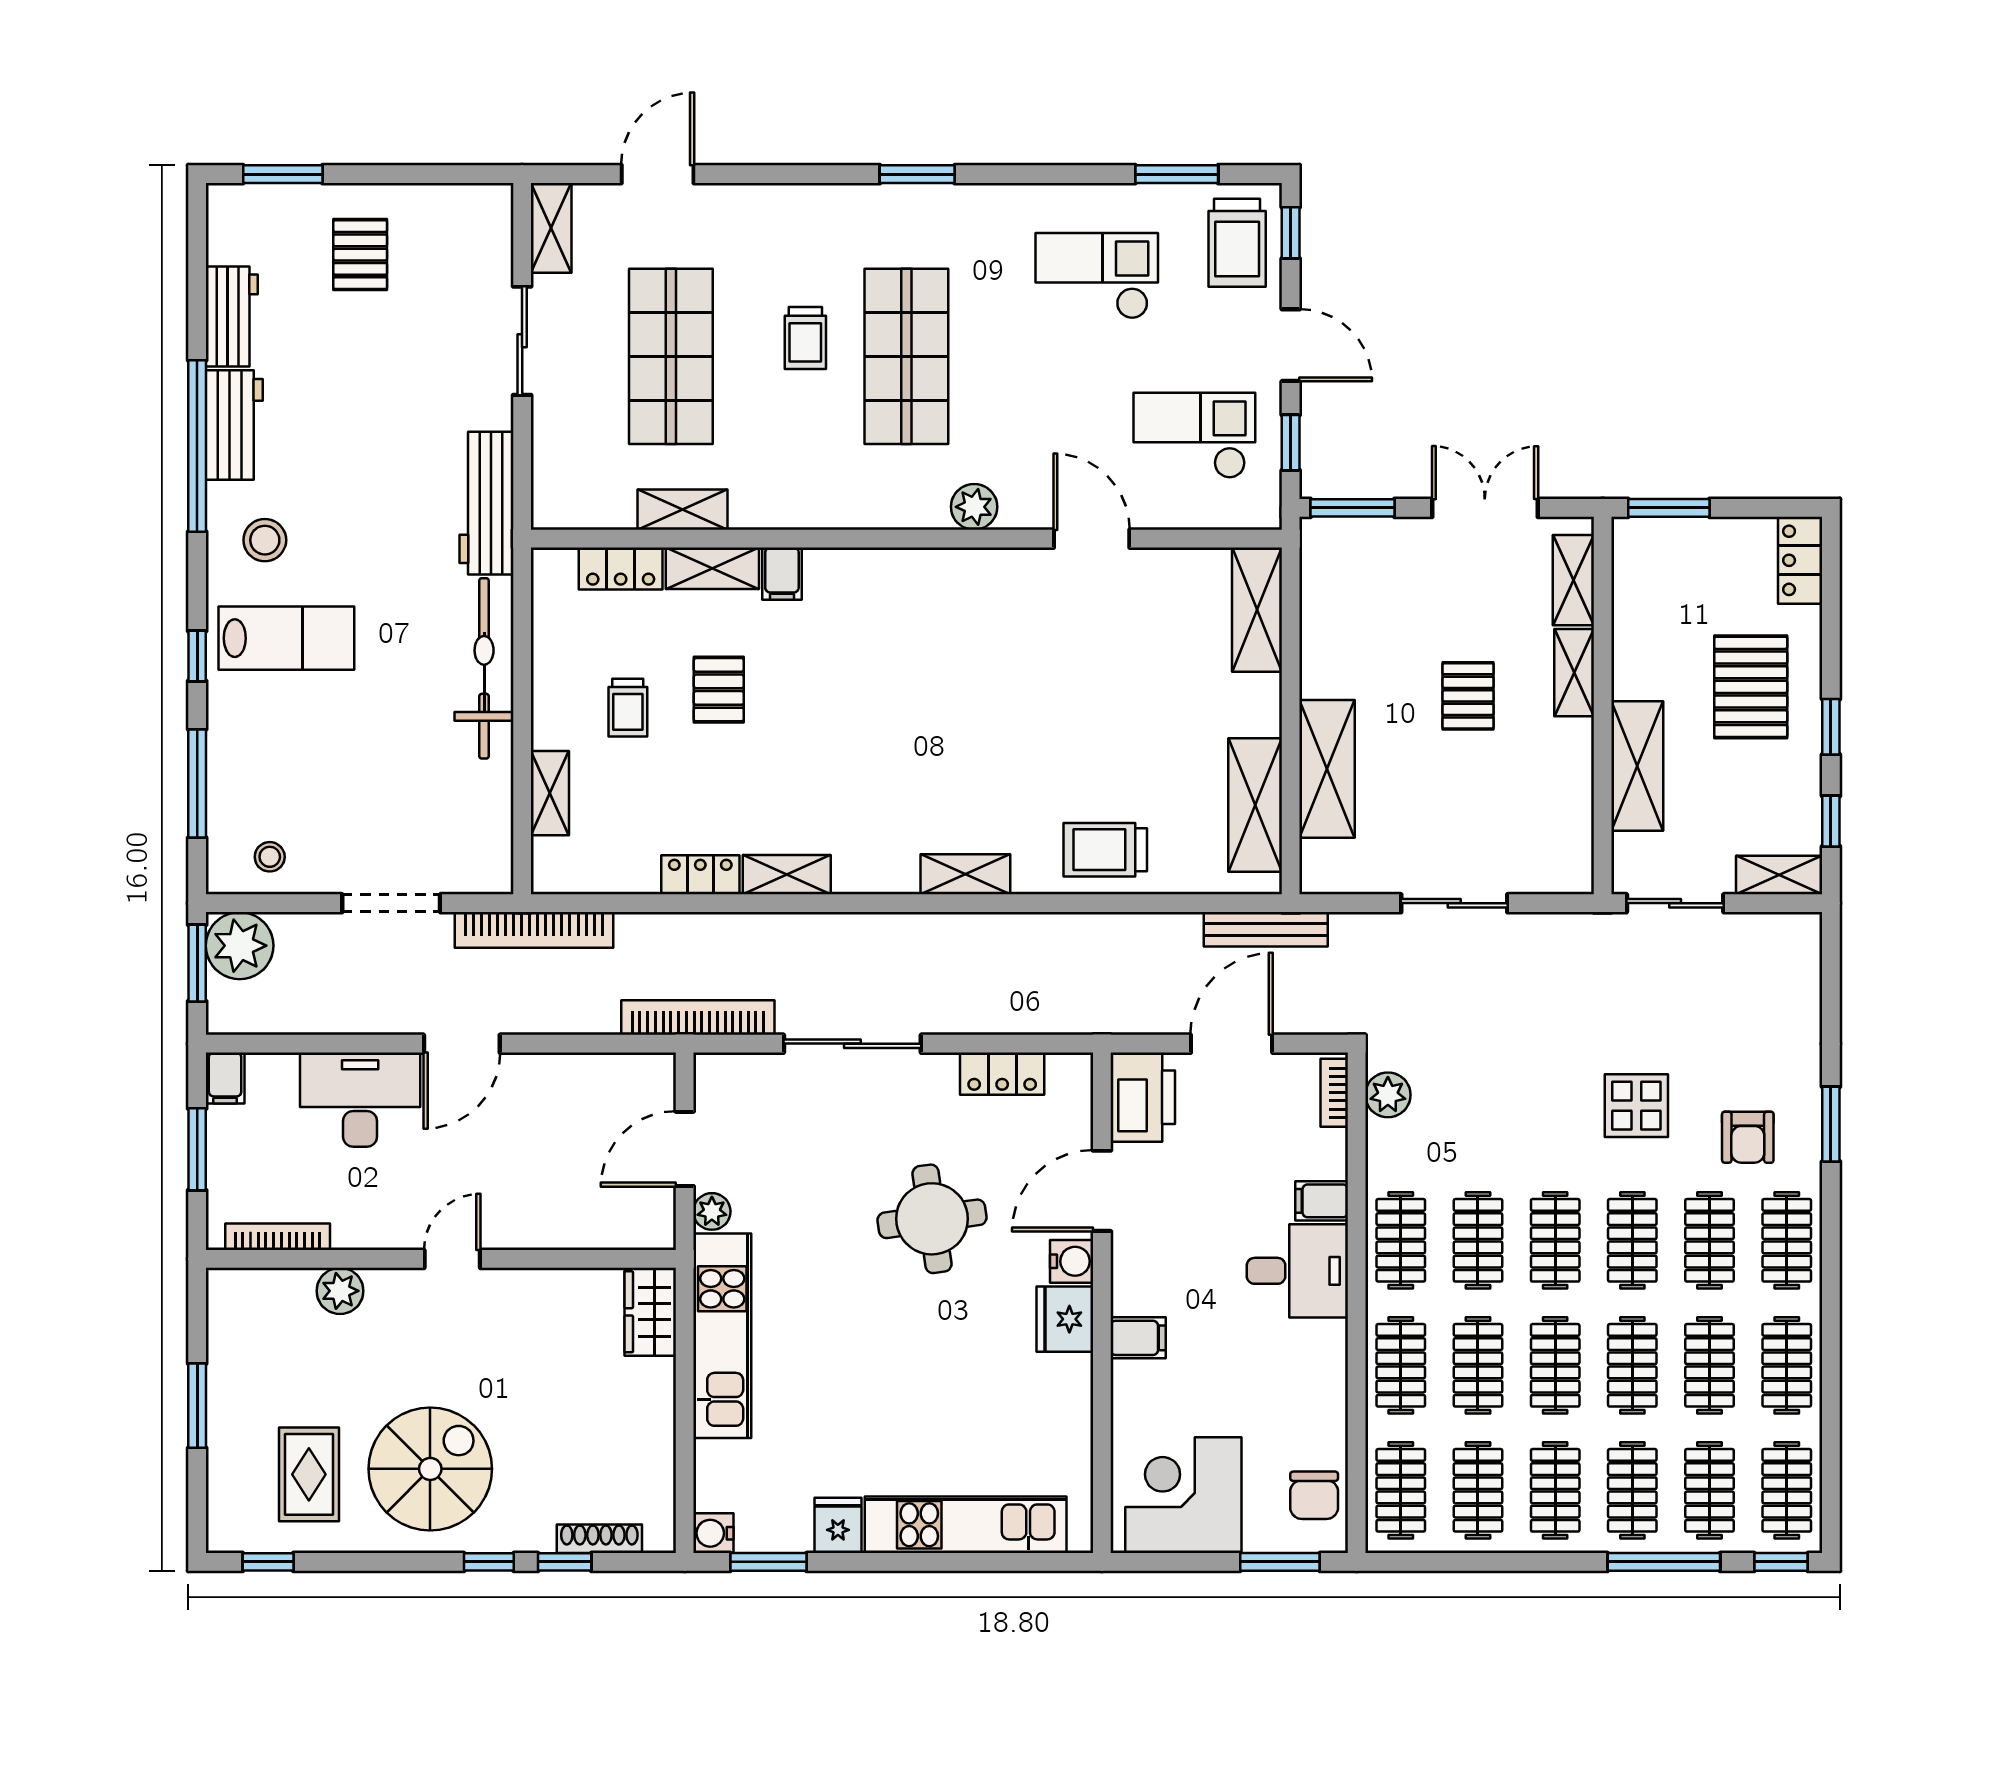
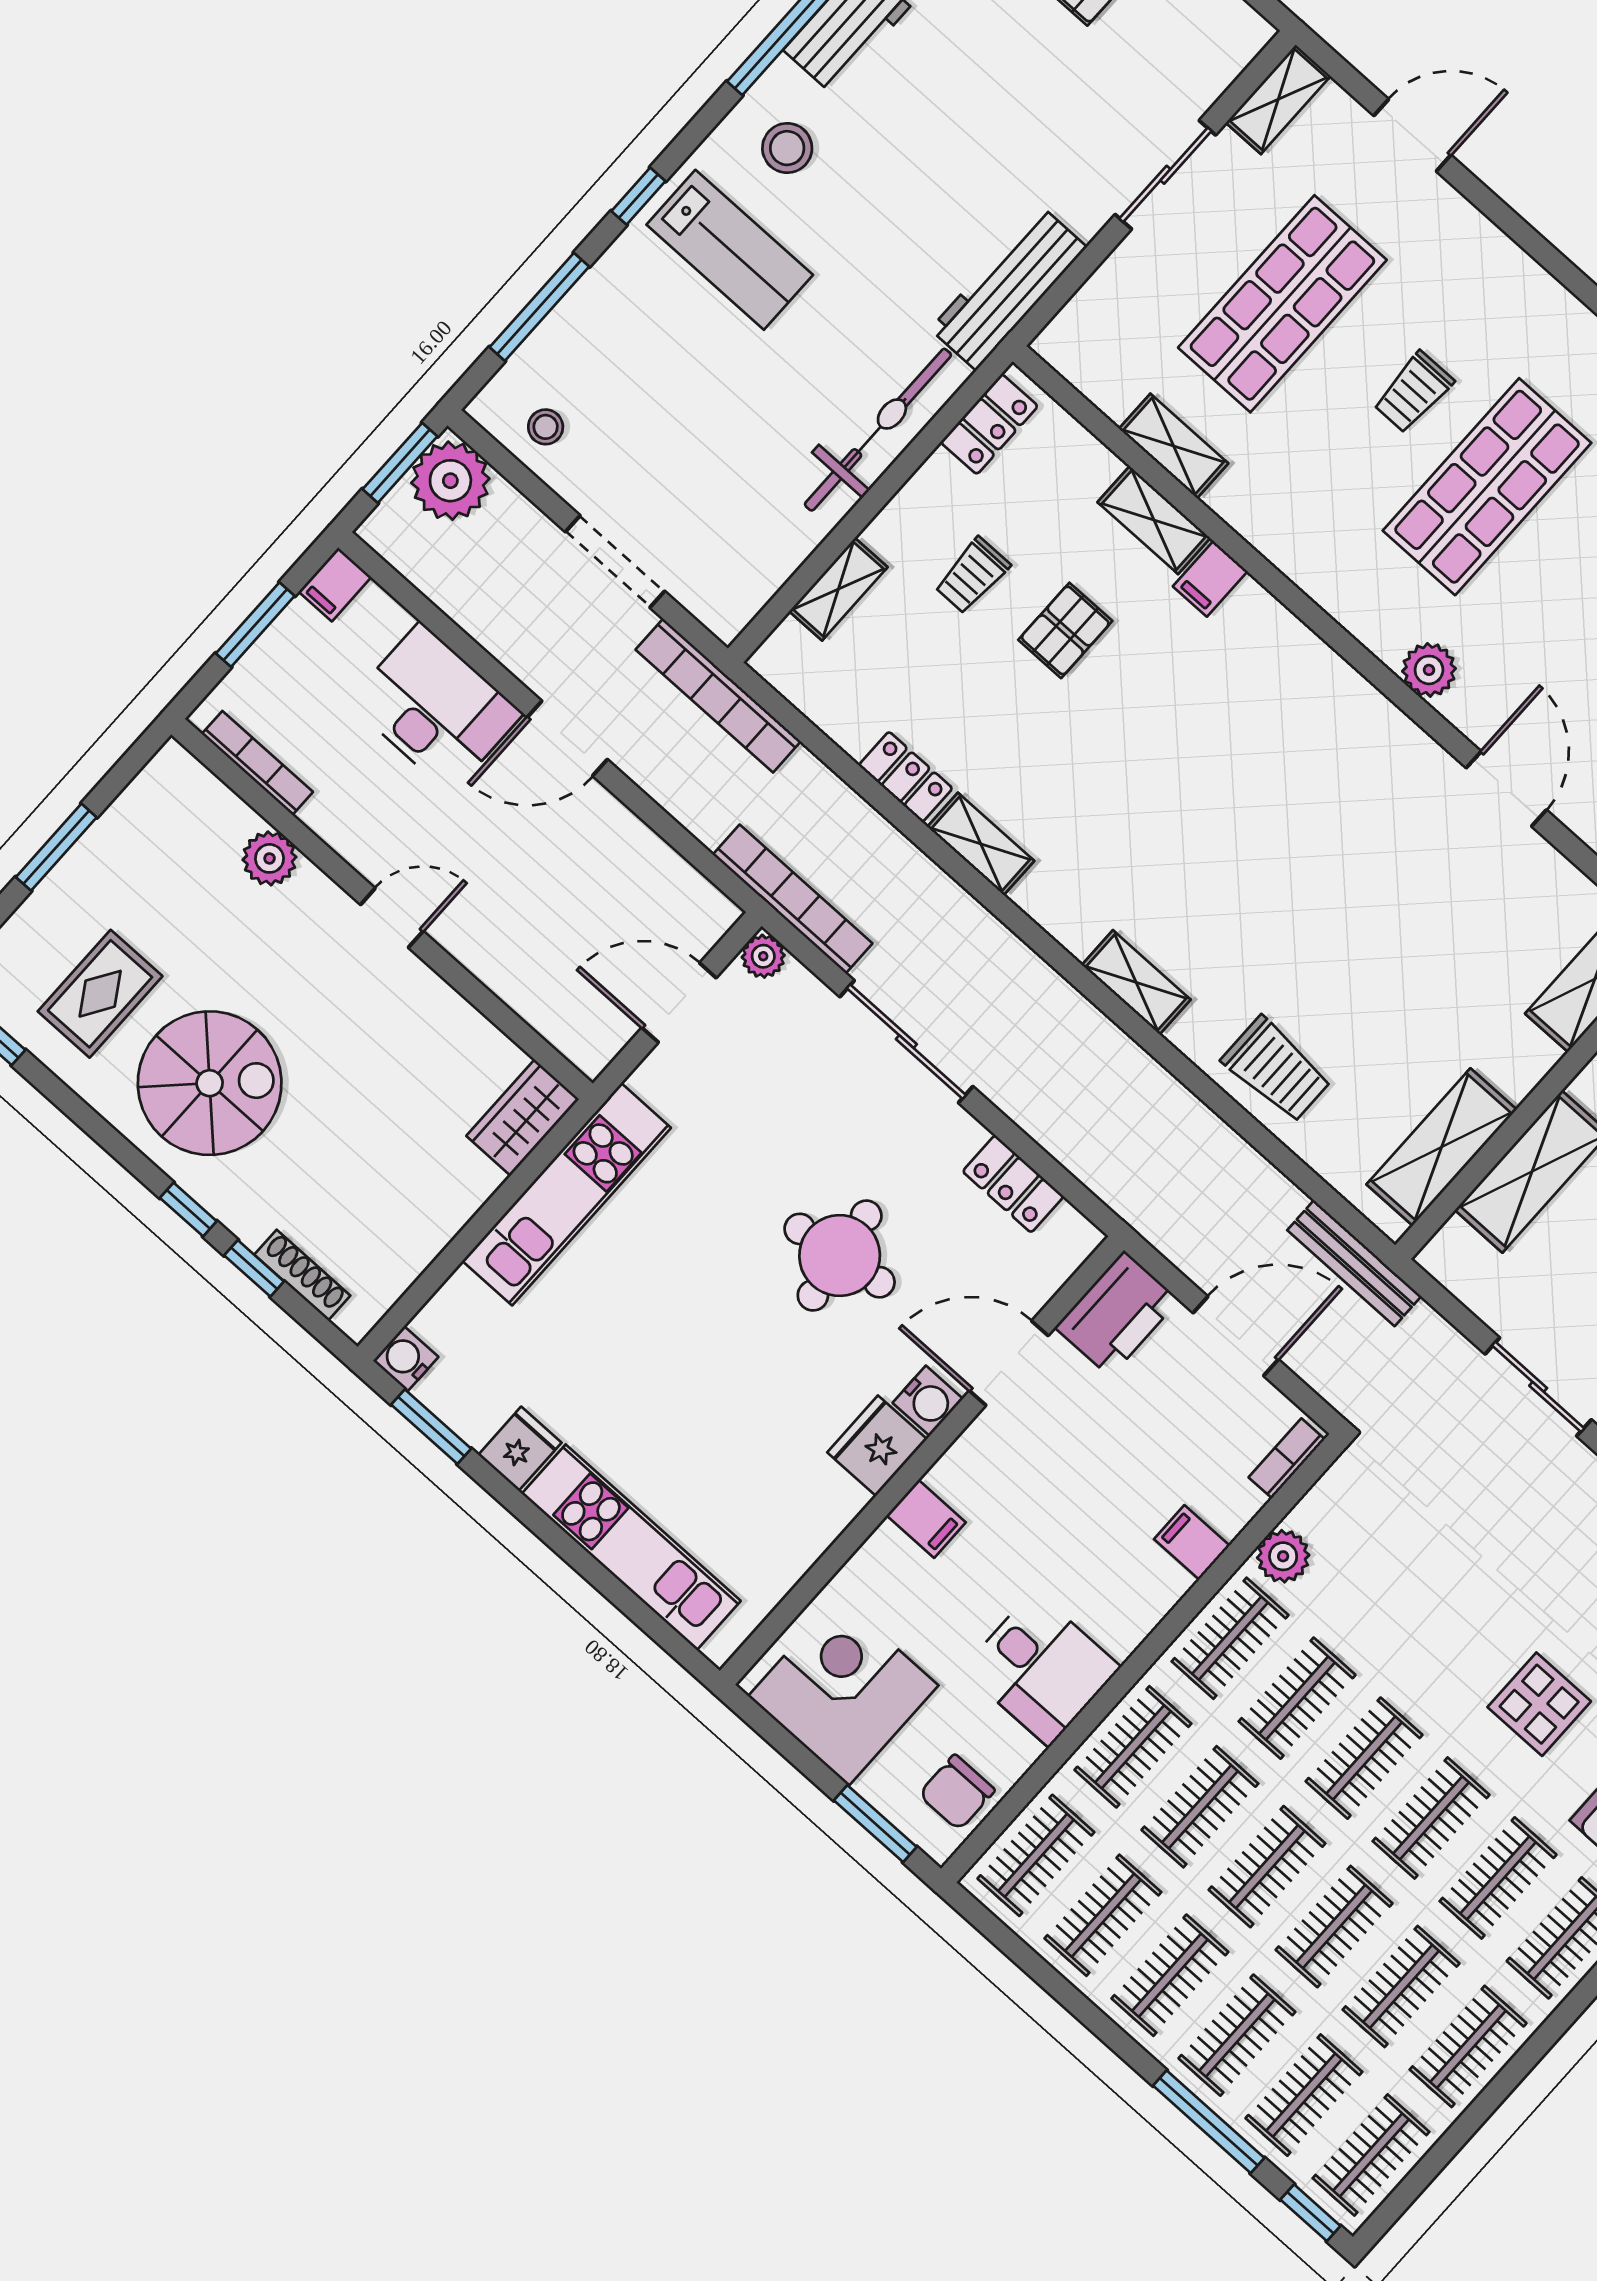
locker: (621, 569) -> (989, 424), moved, turned -90
trolley: (1105, 850) -> (1277, 1069), turned 180
plant: (1388, 1095) -> (1283, 1556), moved
plant: (712, 1211) -> (763, 956), moved
desk: (1297, 1271) -> (1041, 1668), moved

